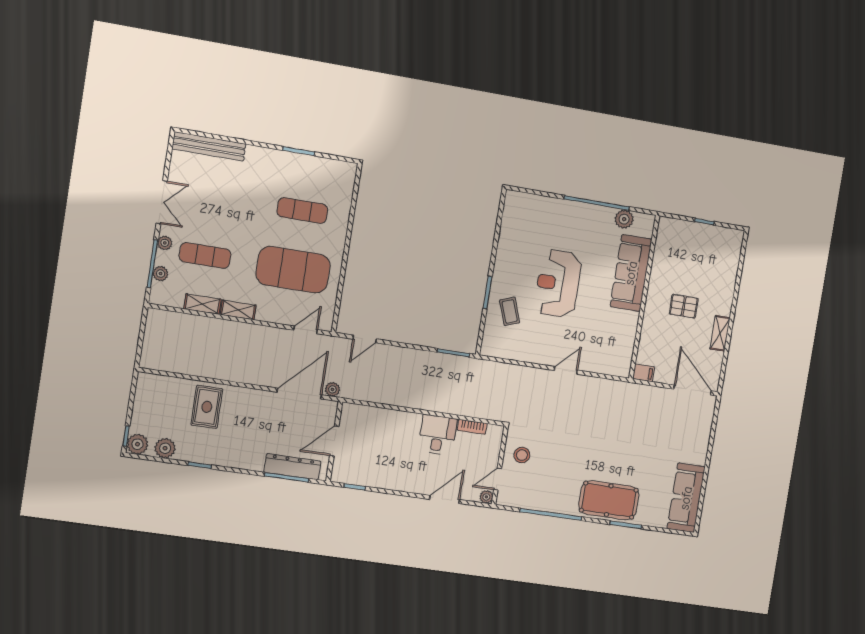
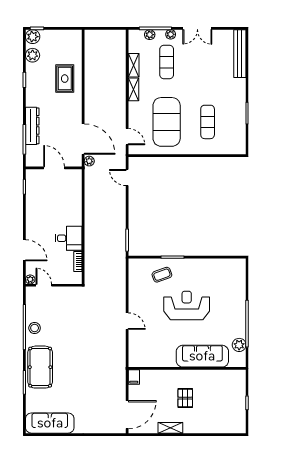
rug: (207, 407) -> (65, 79), turned 90
stool: (522, 455) -> (35, 328), moved
dresser: (292, 467) -> (32, 126), moved

